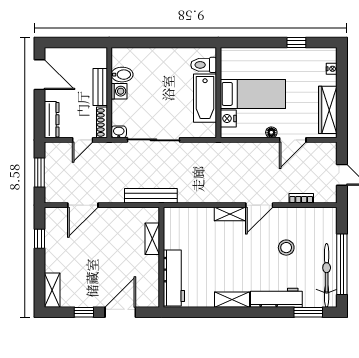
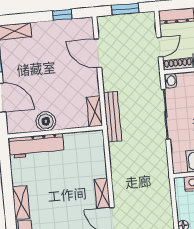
door: (83, 140) -> (160, 47), swing flipped
shelving: (152, 239) -> (95, 111), moved, turned 90
boiler: (149, 266) -> (46, 121), added

